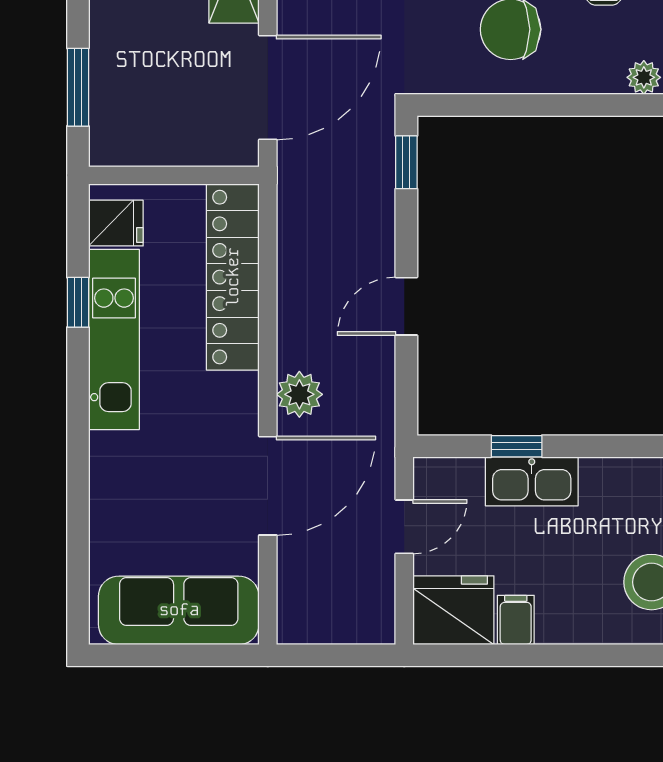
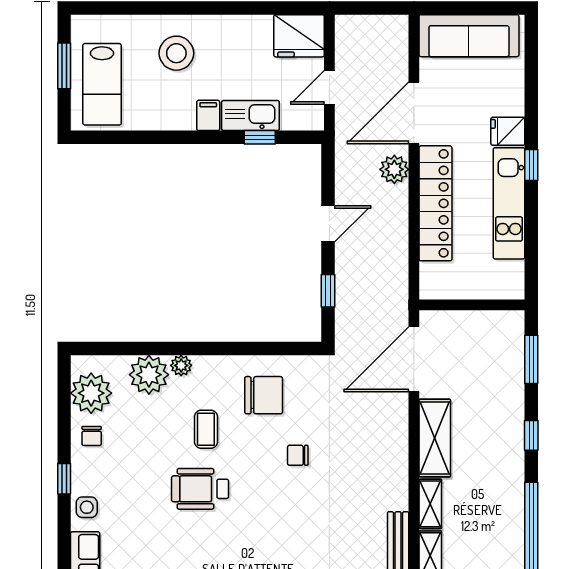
window: (406, 162) -> (328, 291), moved
fridge: (116, 223) -> (508, 131), moved
locker: (233, 277) -> (435, 203), moved
window: (78, 302) -> (531, 165), moved
filing cabinet: (516, 620) -> (208, 115), moved, turned 180

